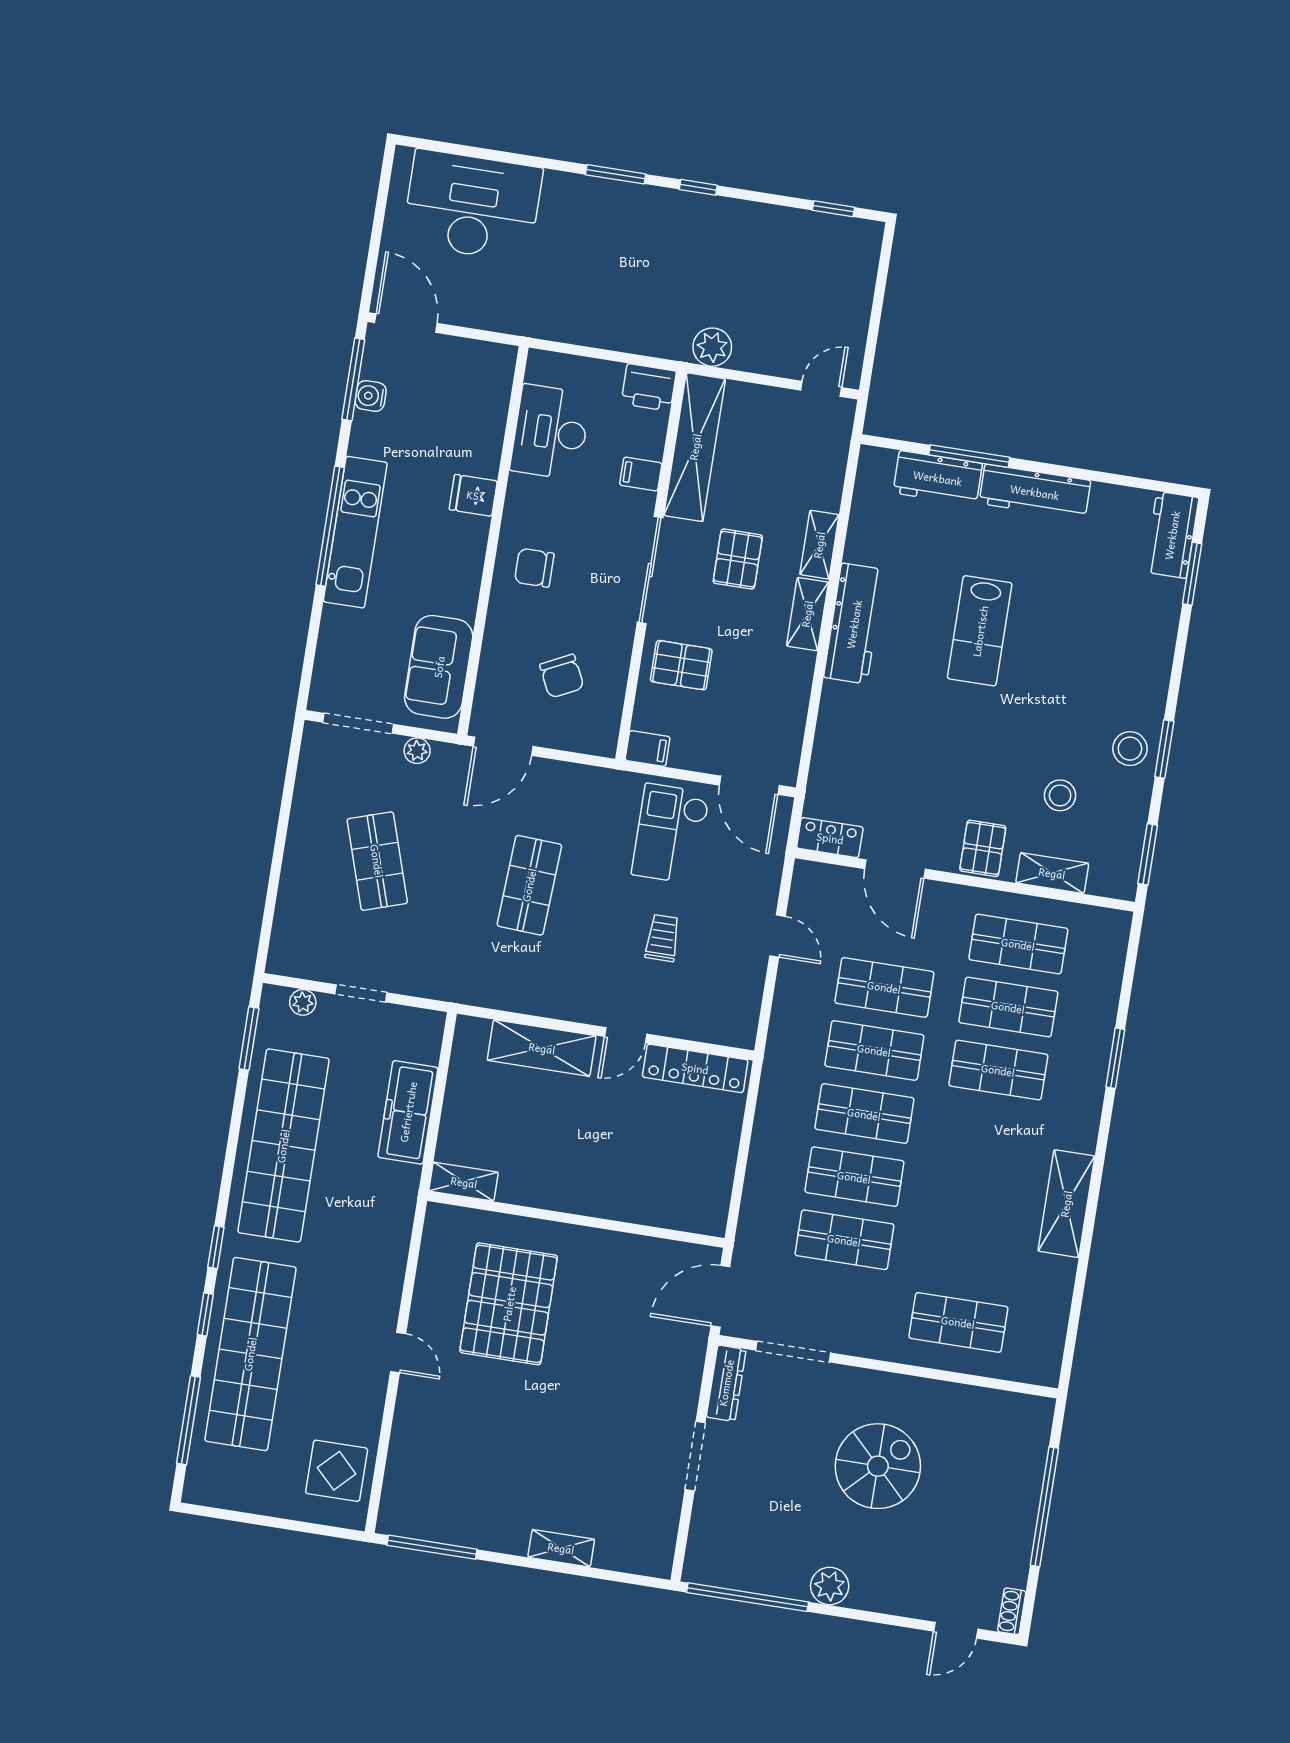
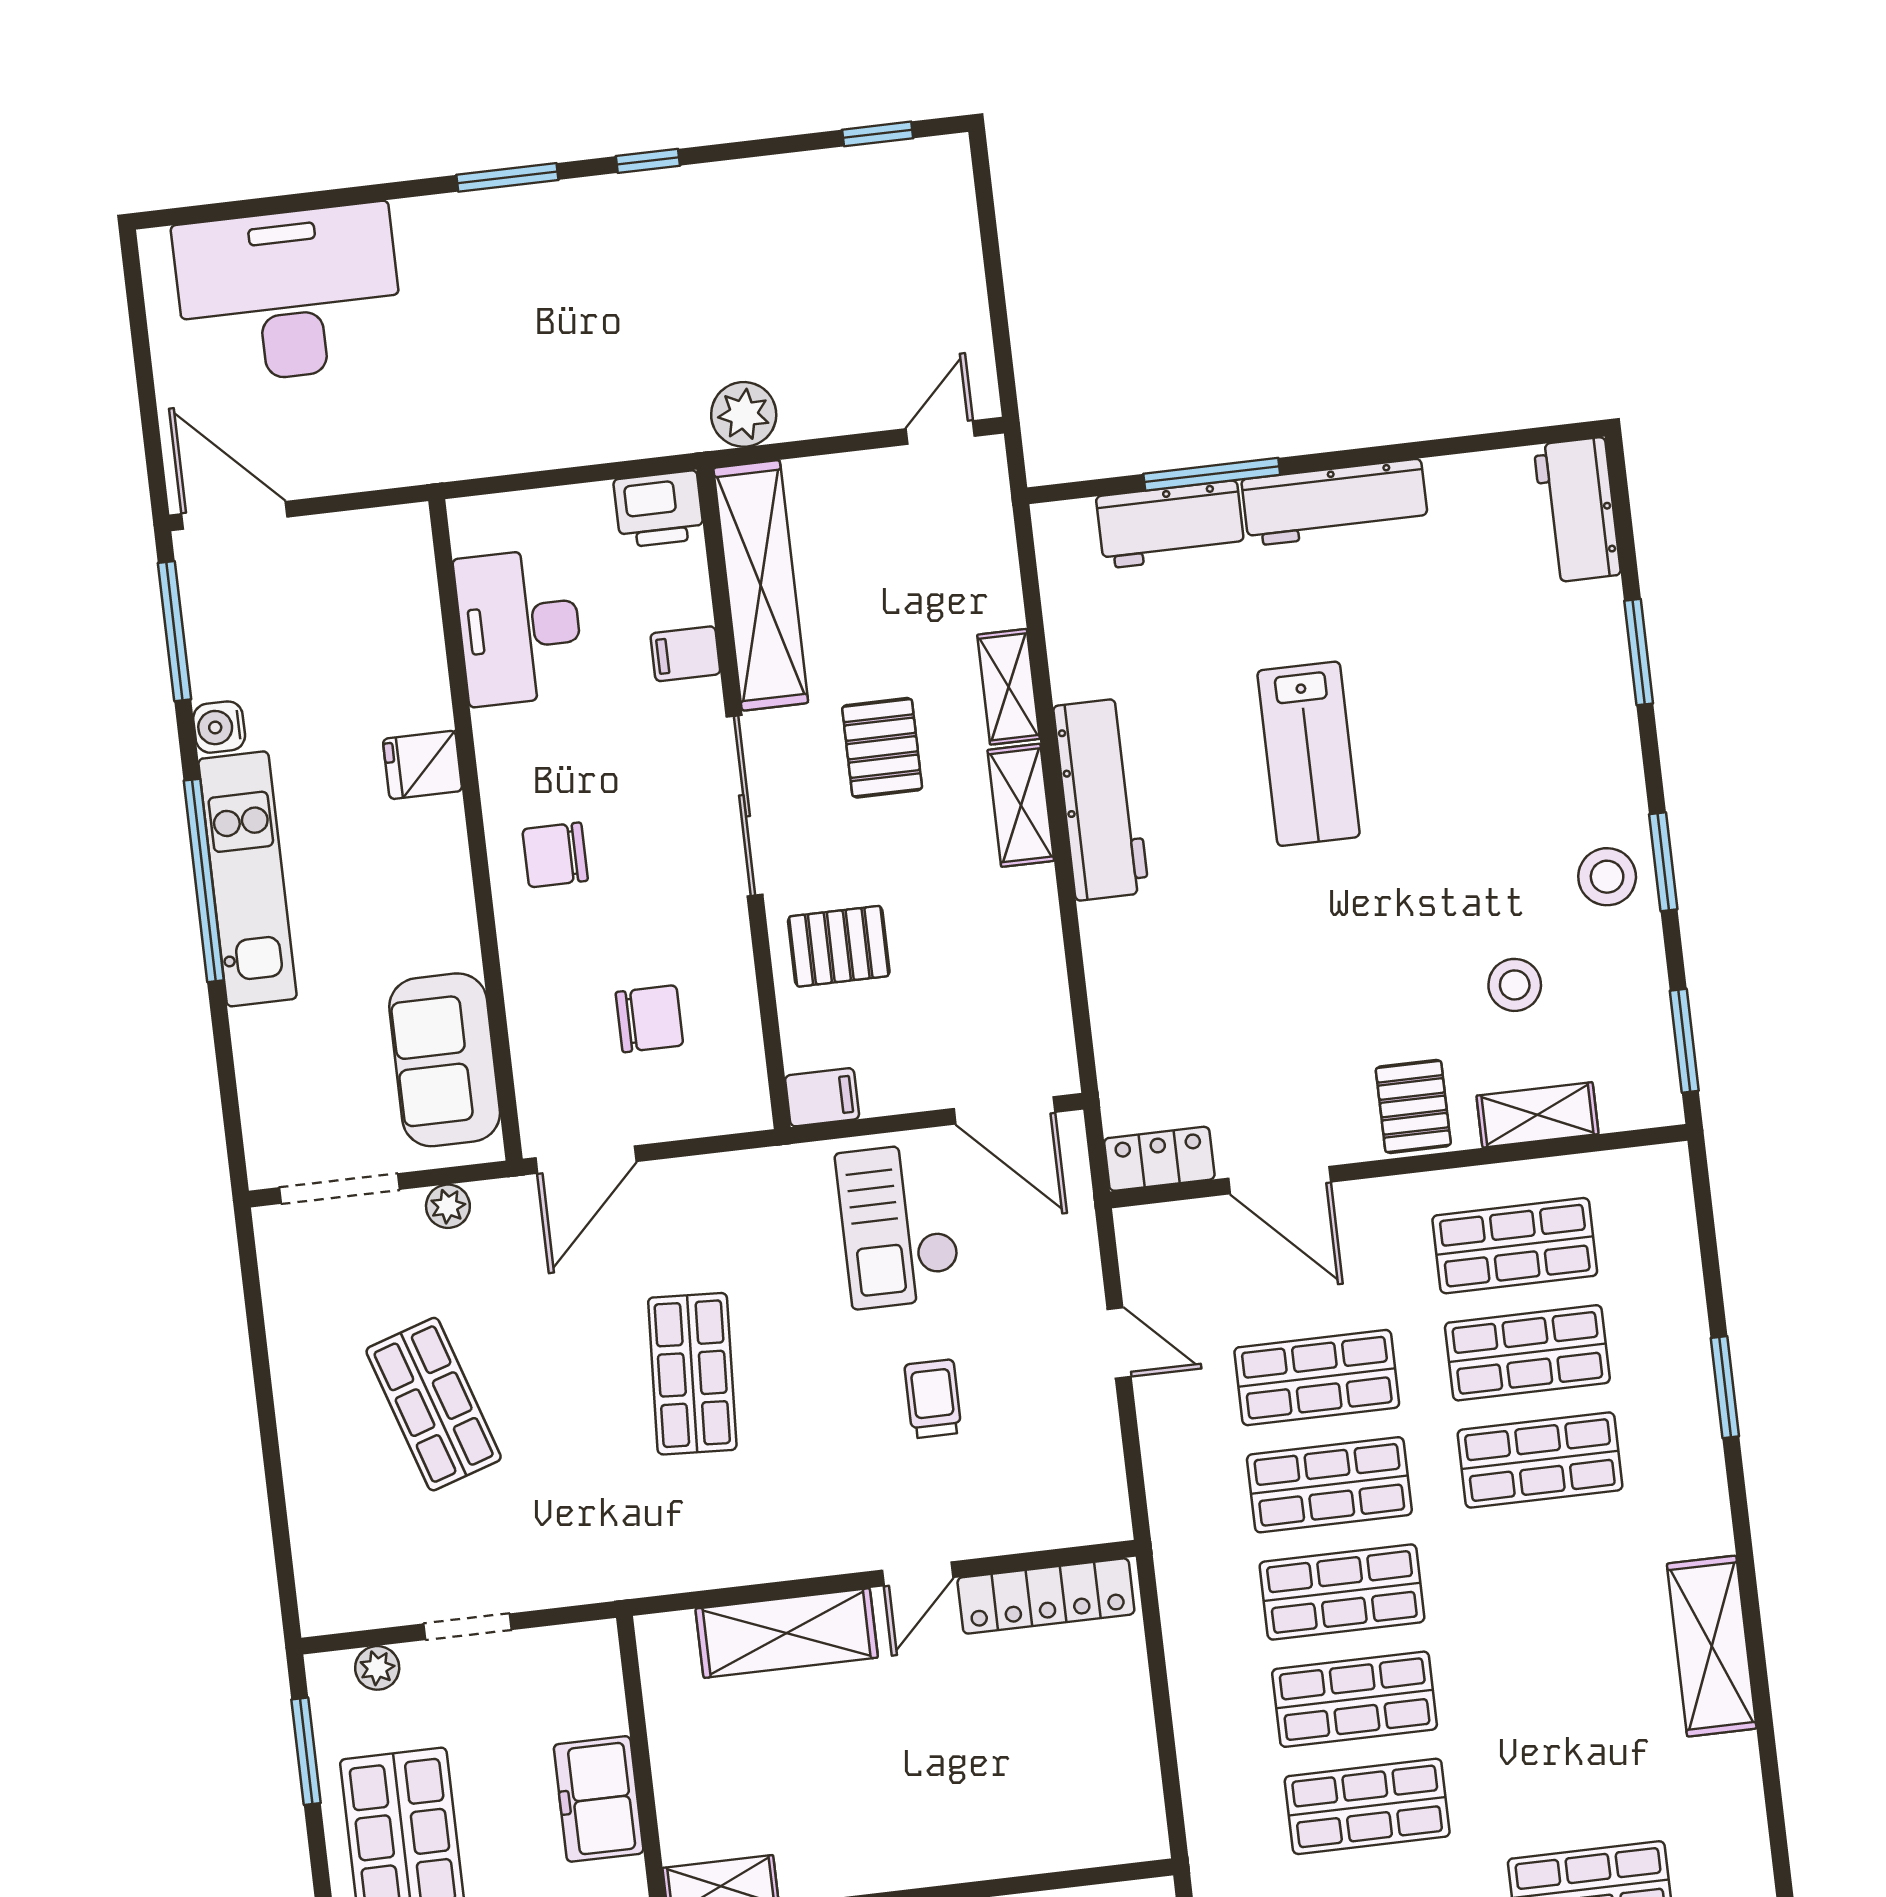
water cooler: (371, 396) -> (219, 727), moved
window: (1192, 574) -> (1639, 652), moved
chair: (562, 676) -> (649, 1019), turned -64
freezer: (408, 1112) -> (599, 1799), width x0.71

